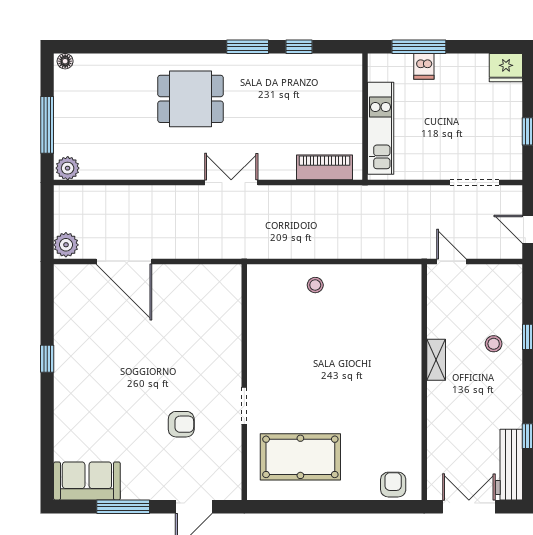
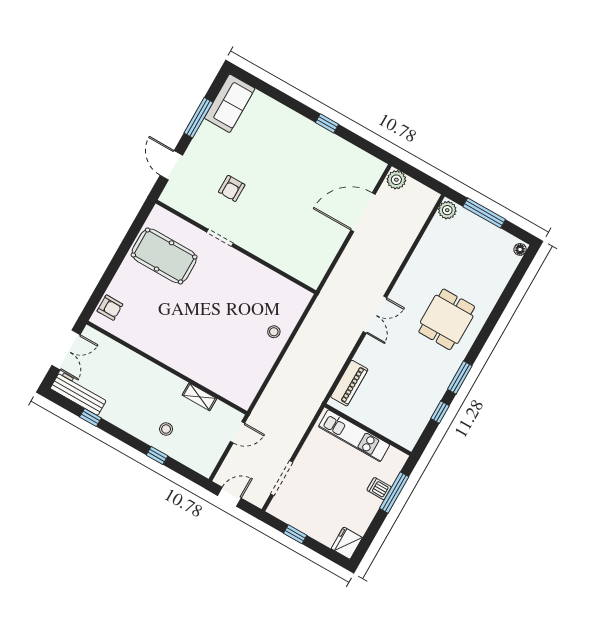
shelving: (436, 360) -> (199, 397), moved
pool table: (300, 457) -> (164, 256), turned 90

